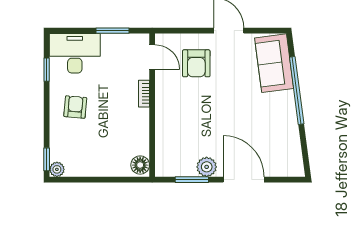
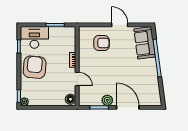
door: (152, 57) -> (77, 79), moved
armchair: (196, 63) -> (102, 43), turned -90
armchair: (75, 107) -> (35, 67), width x1.88, depth x1.88

